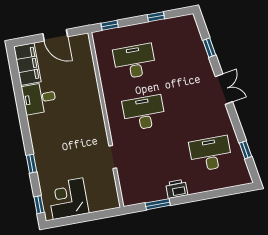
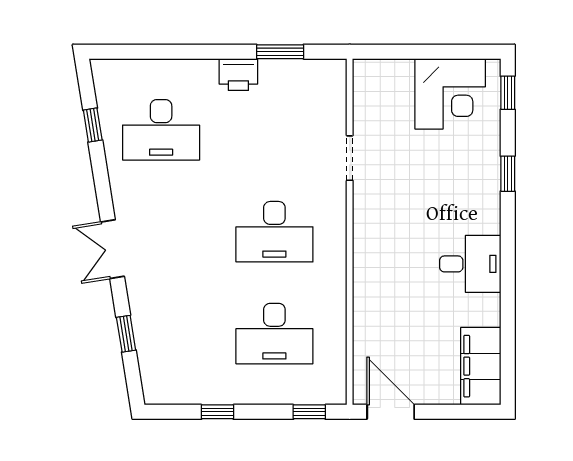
door: (55, 35) -> (391, 412), moved
desk: (39, 98) -> (470, 264), moved

